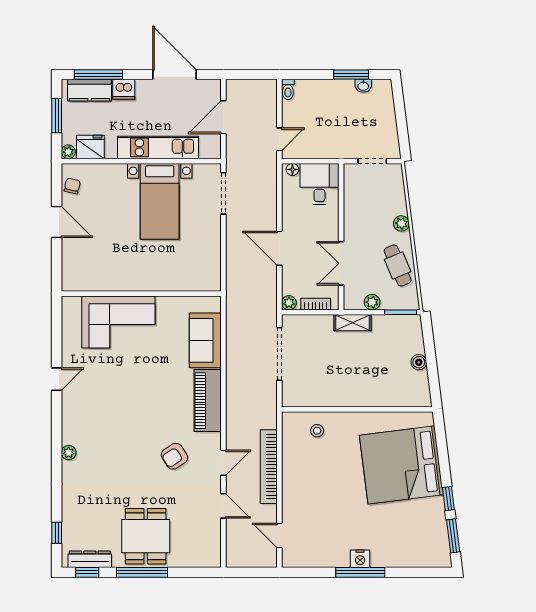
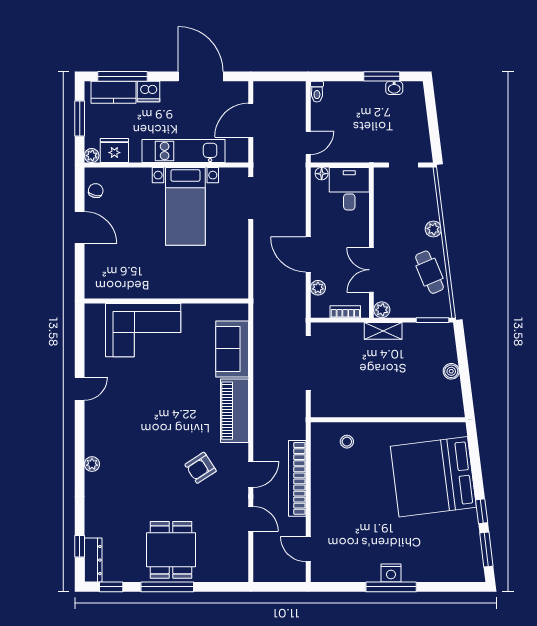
plant: (372, 302) -> (382, 310), moved
plant: (289, 303) -> (318, 288), moved
dresser: (90, 559) -> (93, 560), moved, turned 90

